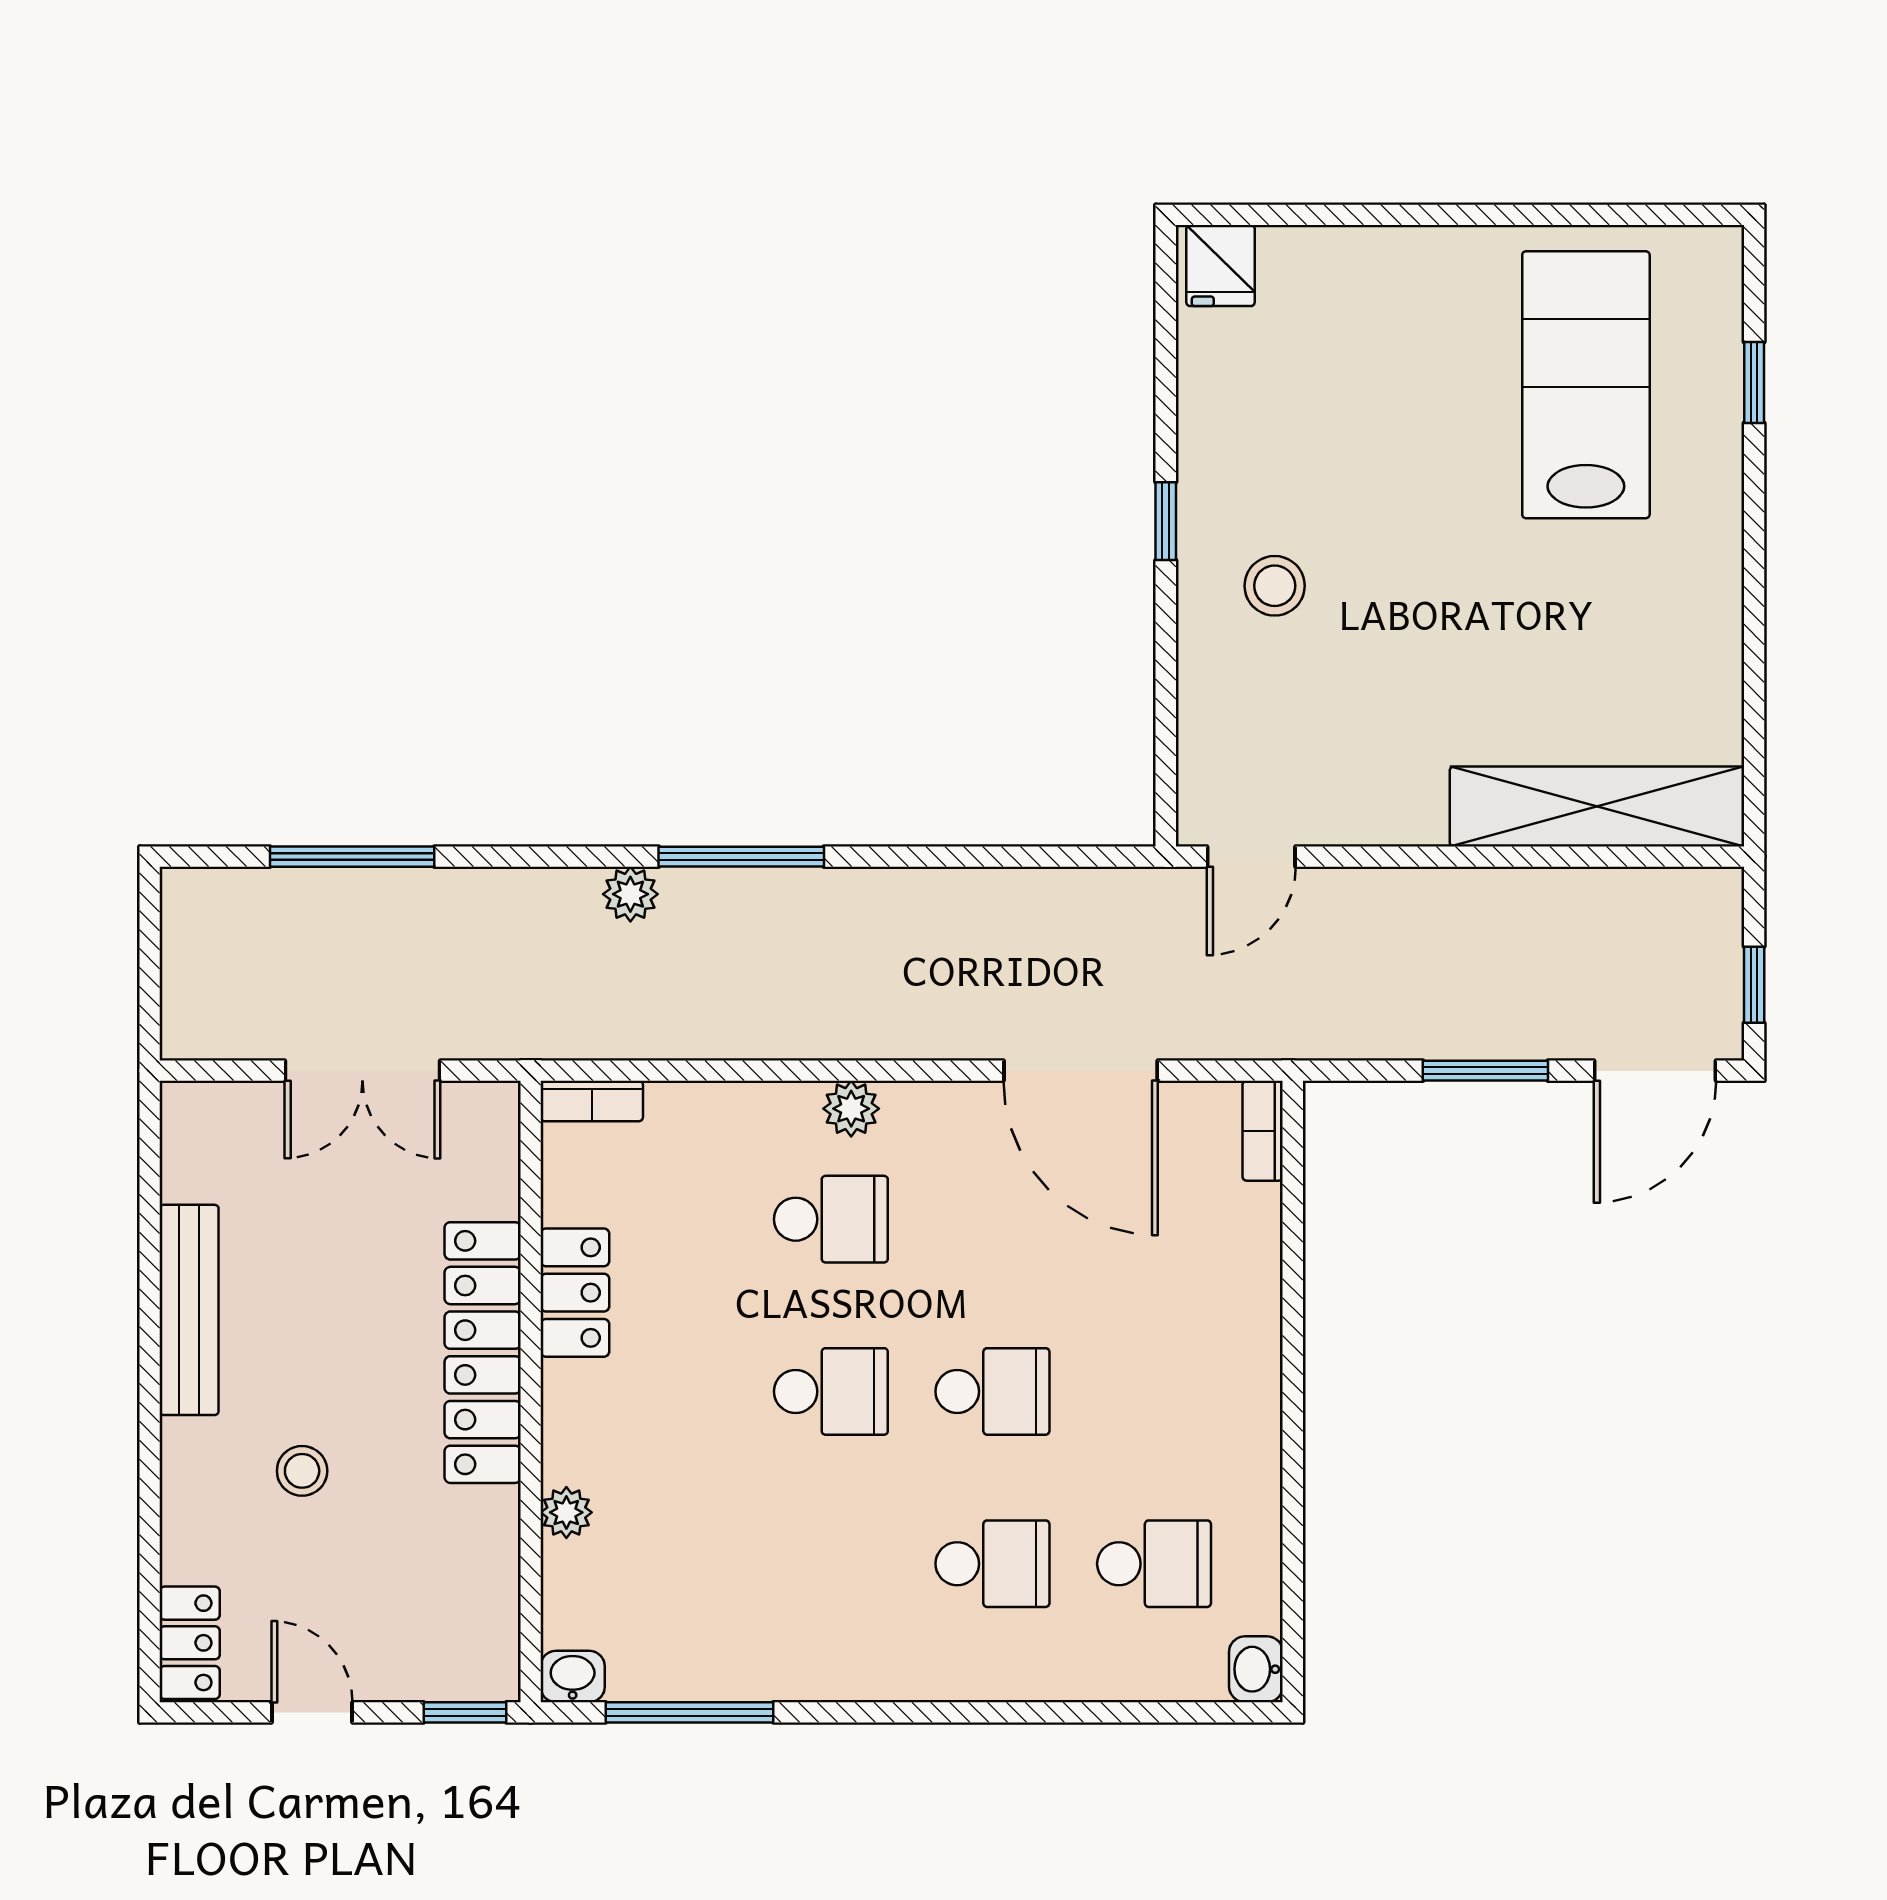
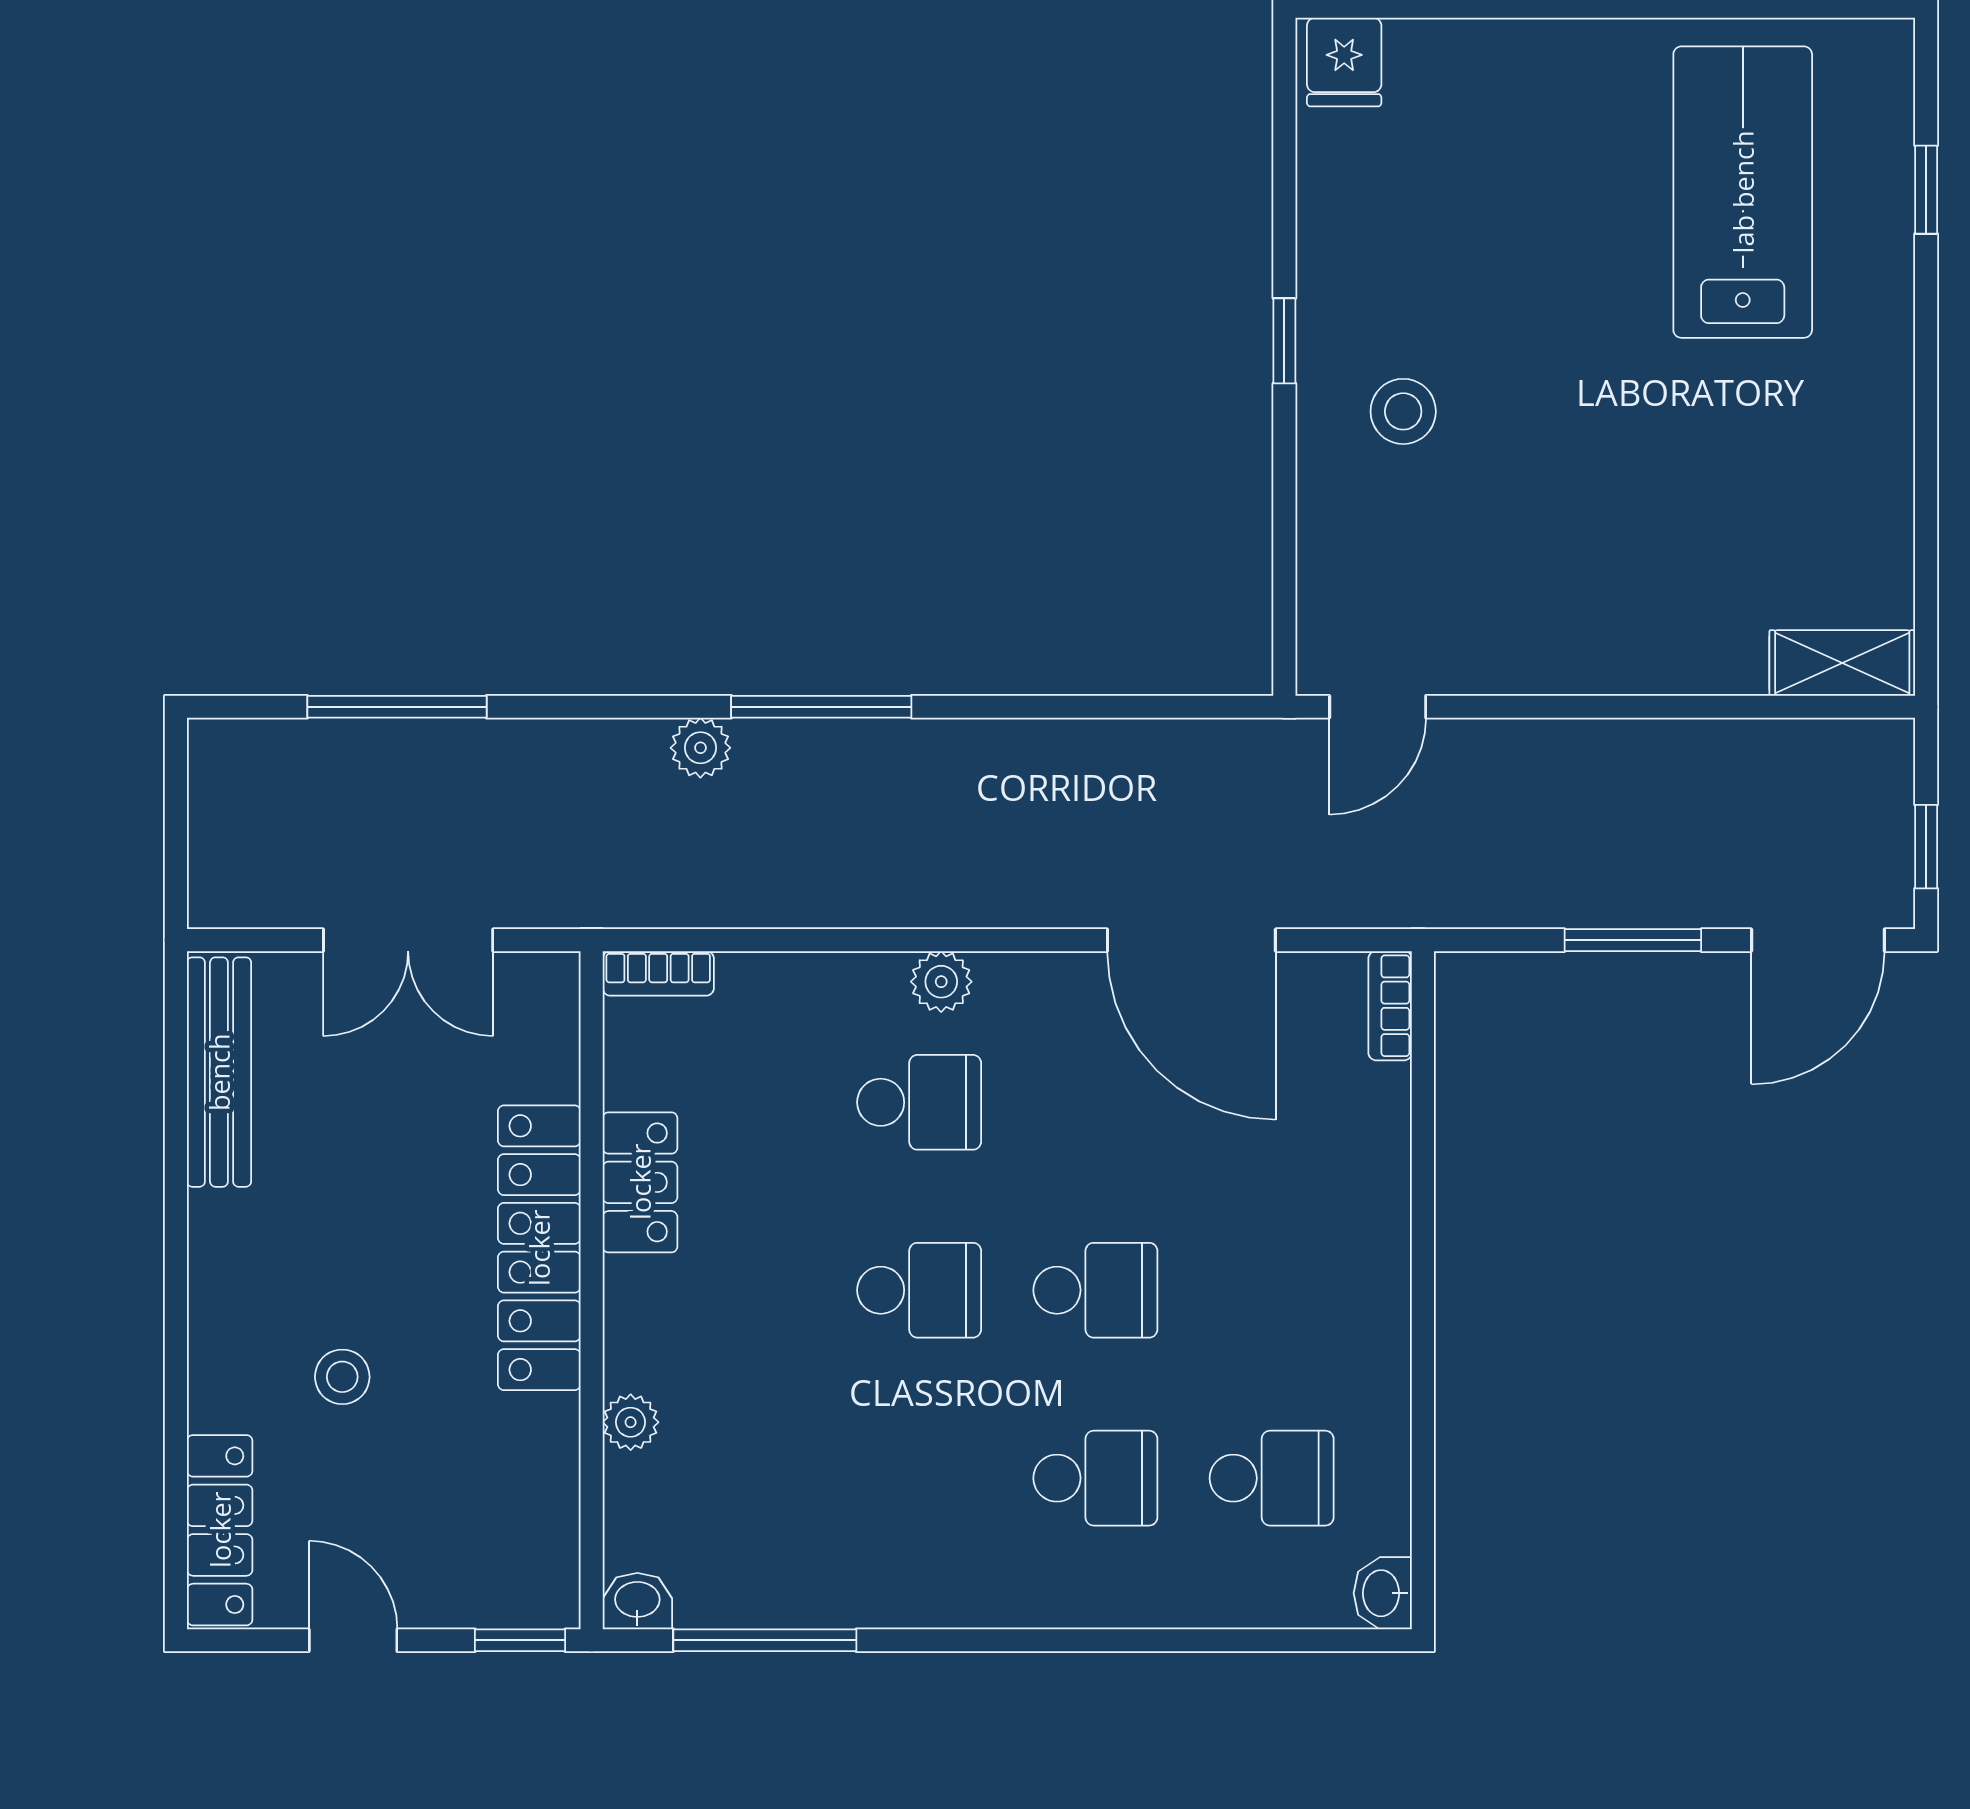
shelving: (1597, 806) -> (1842, 663), width x0.45, depth x0.75
bench: (189, 1310) -> (219, 1072), moved
locker: (190, 1643) -> (220, 1530), width x1.53

